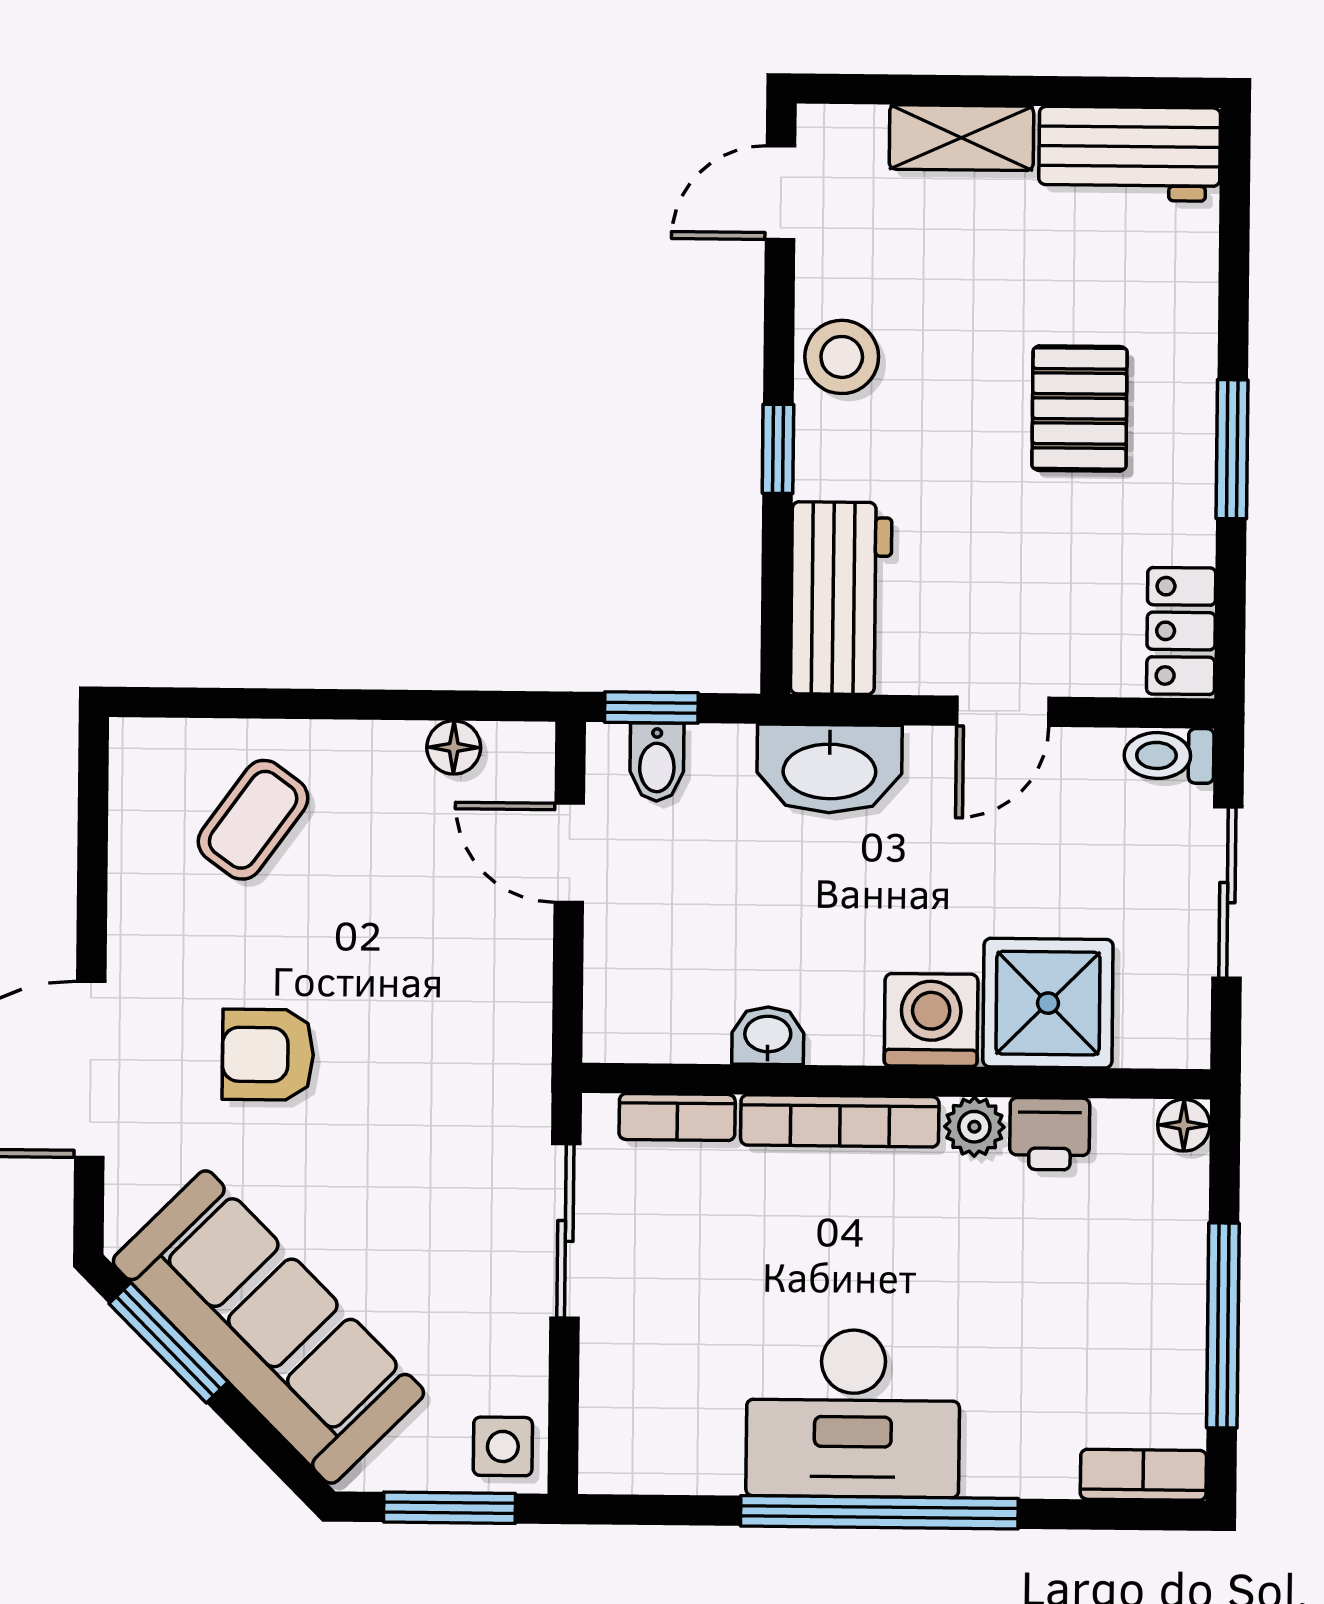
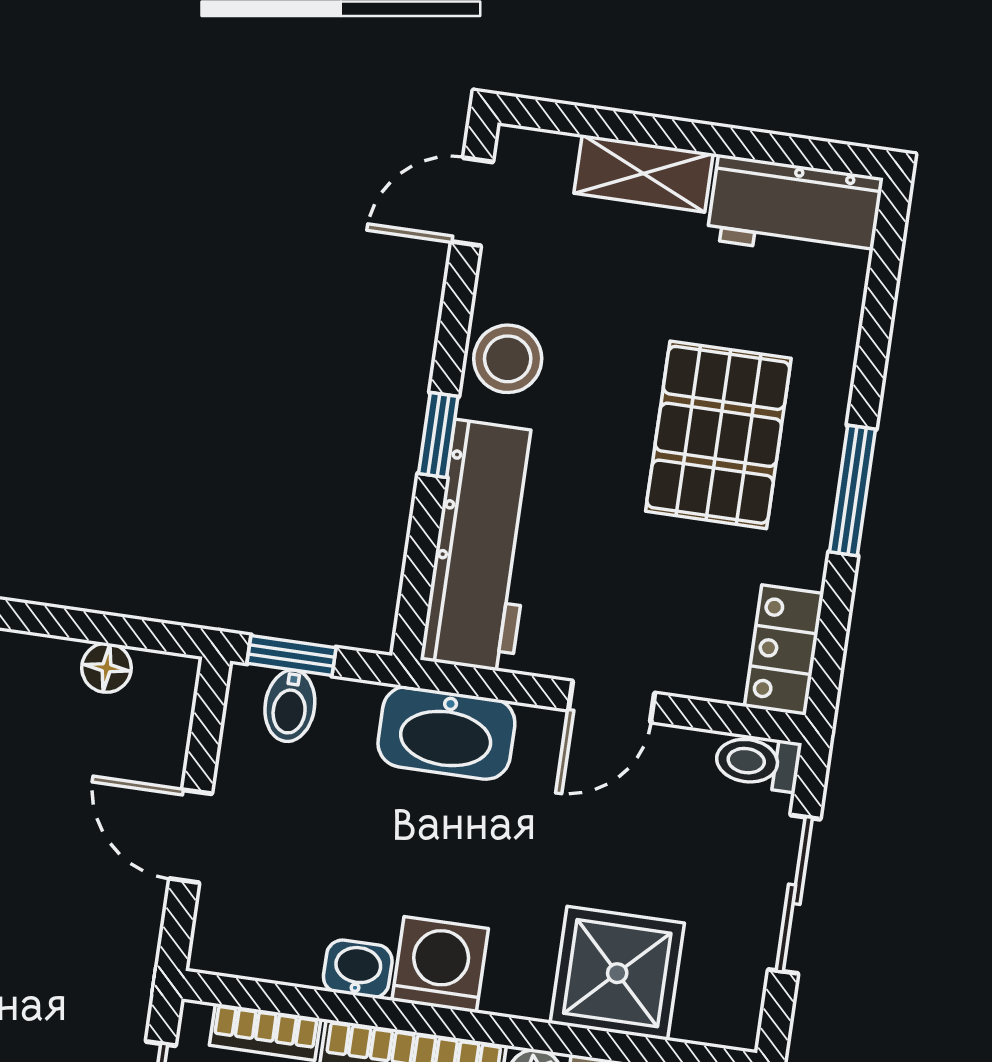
pallet: (1080, 408) -> (718, 435), width x1.50, depth x1.42
workbench: (841, 598) -> (483, 546), width x1.37
door: (569, 853) -> (191, 836), moved
washing machine: (931, 1020) -> (440, 964), moved

